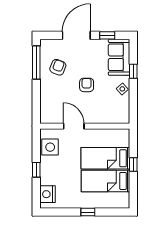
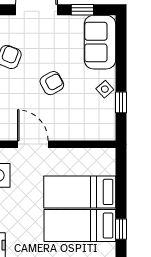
window: (133, 71) -> (121, 102), moved
armchair: (87, 85) -> (52, 83), turned 61
window: (133, 165) -> (121, 229), moved

